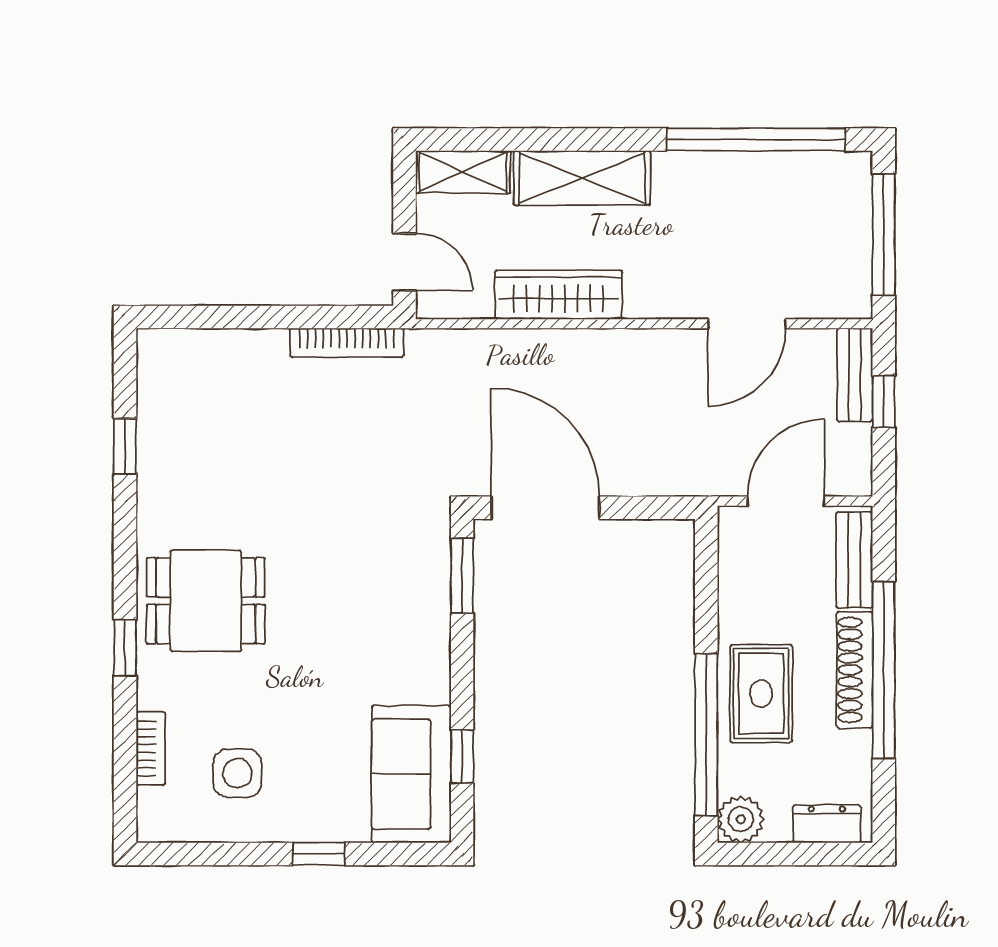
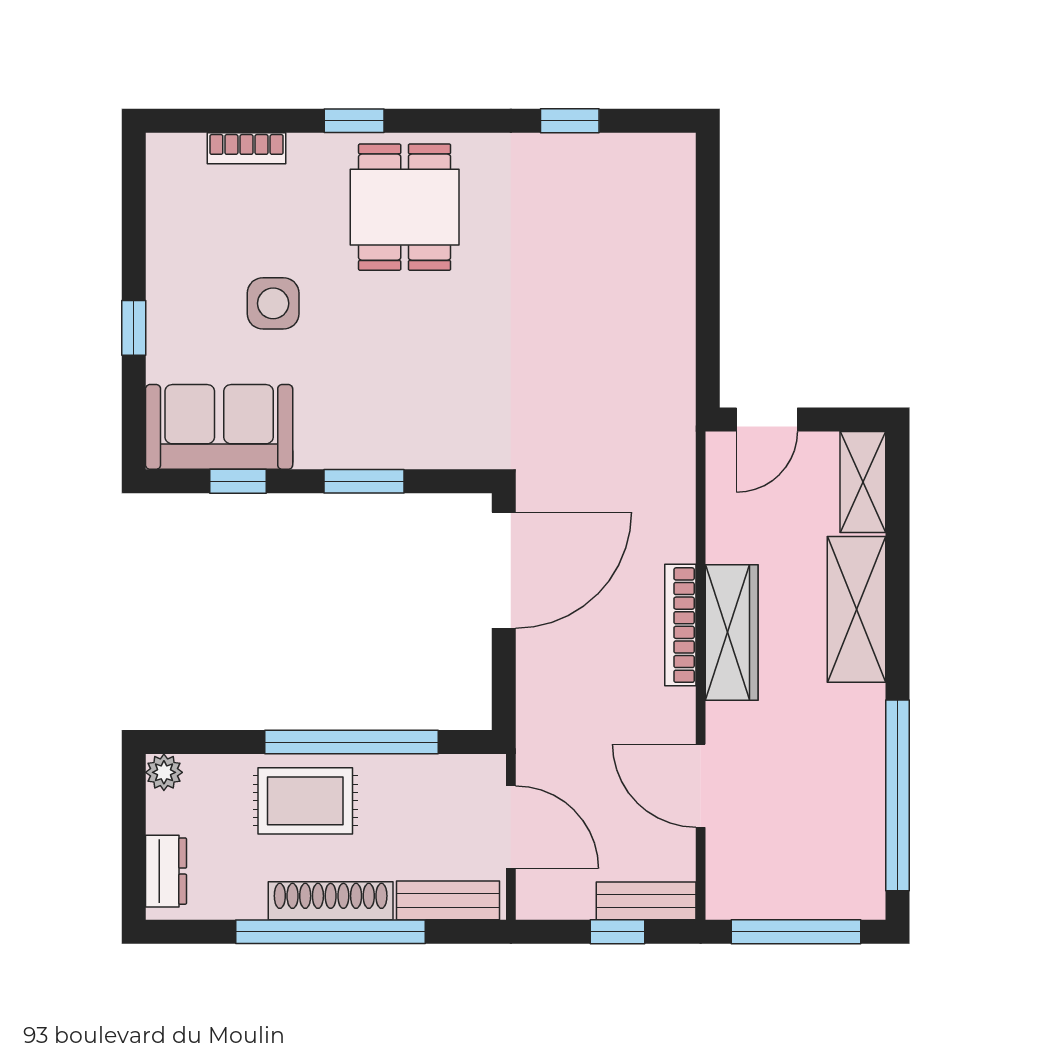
wardrobe: (558, 295) -> (732, 632), moved
bookcase: (347, 343) -> (680, 625), moved
window: (462, 576) -> (364, 481), moved
window: (706, 735) -> (352, 742), moved
side table: (237, 773) -> (273, 303), moved
plant: (741, 819) -> (164, 772), width x0.73, depth x0.73

